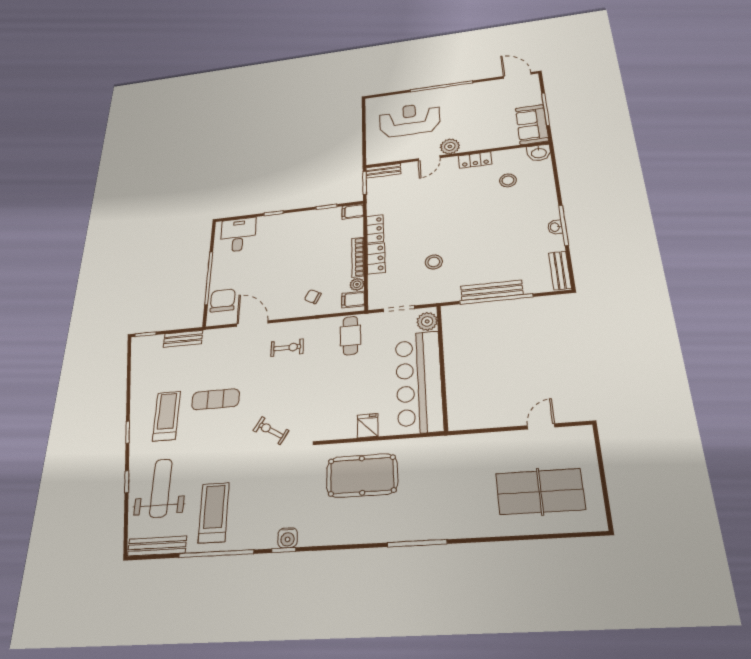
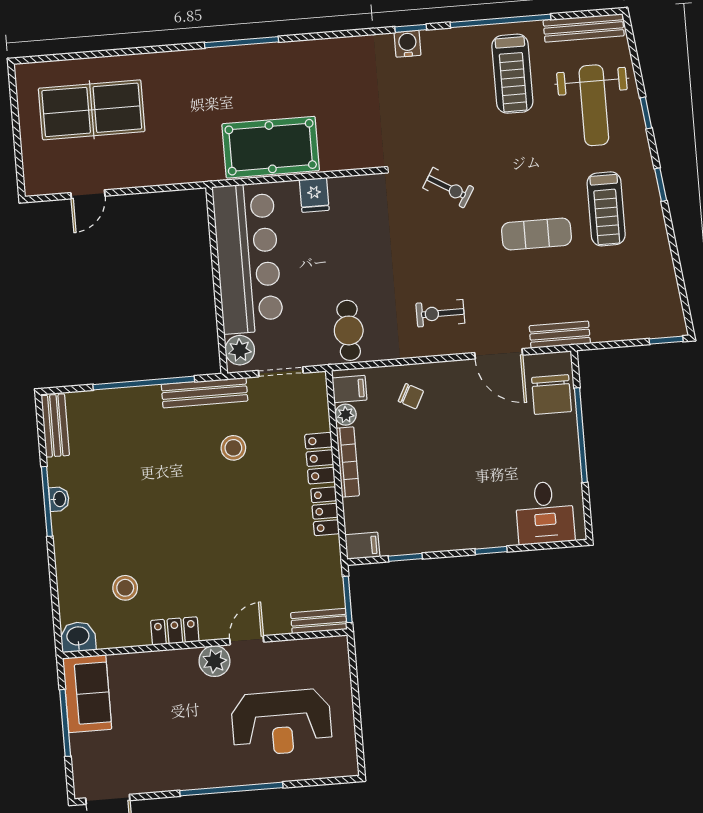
bench: (492, 290) -> (205, 393), moved
bench: (183, 339) -> (560, 335), moved
pool table: (362, 475) -> (271, 147), moved

